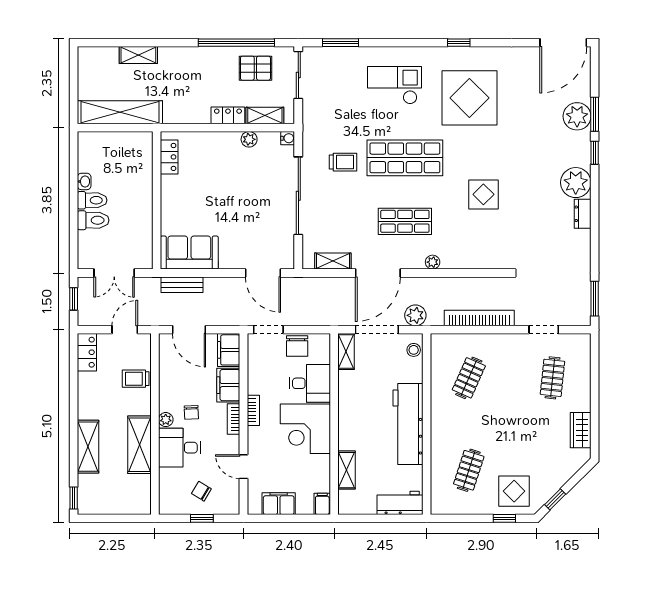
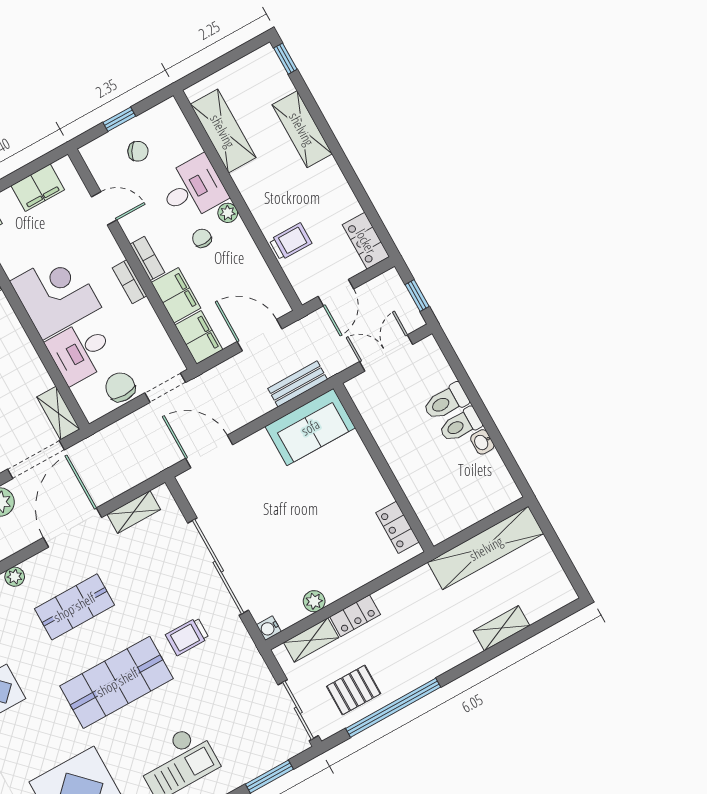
shelving: (139, 445) -> (223, 131), moved

